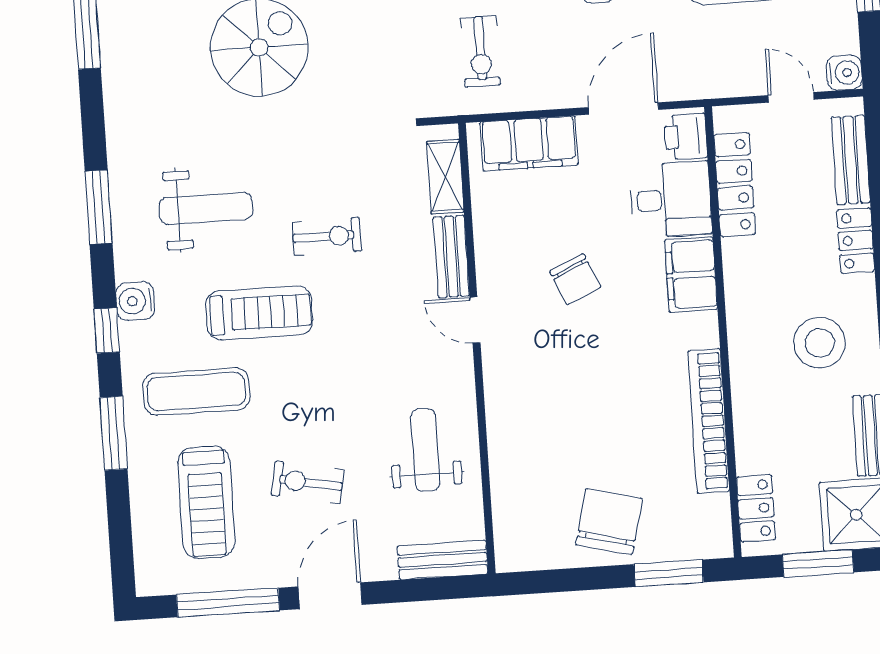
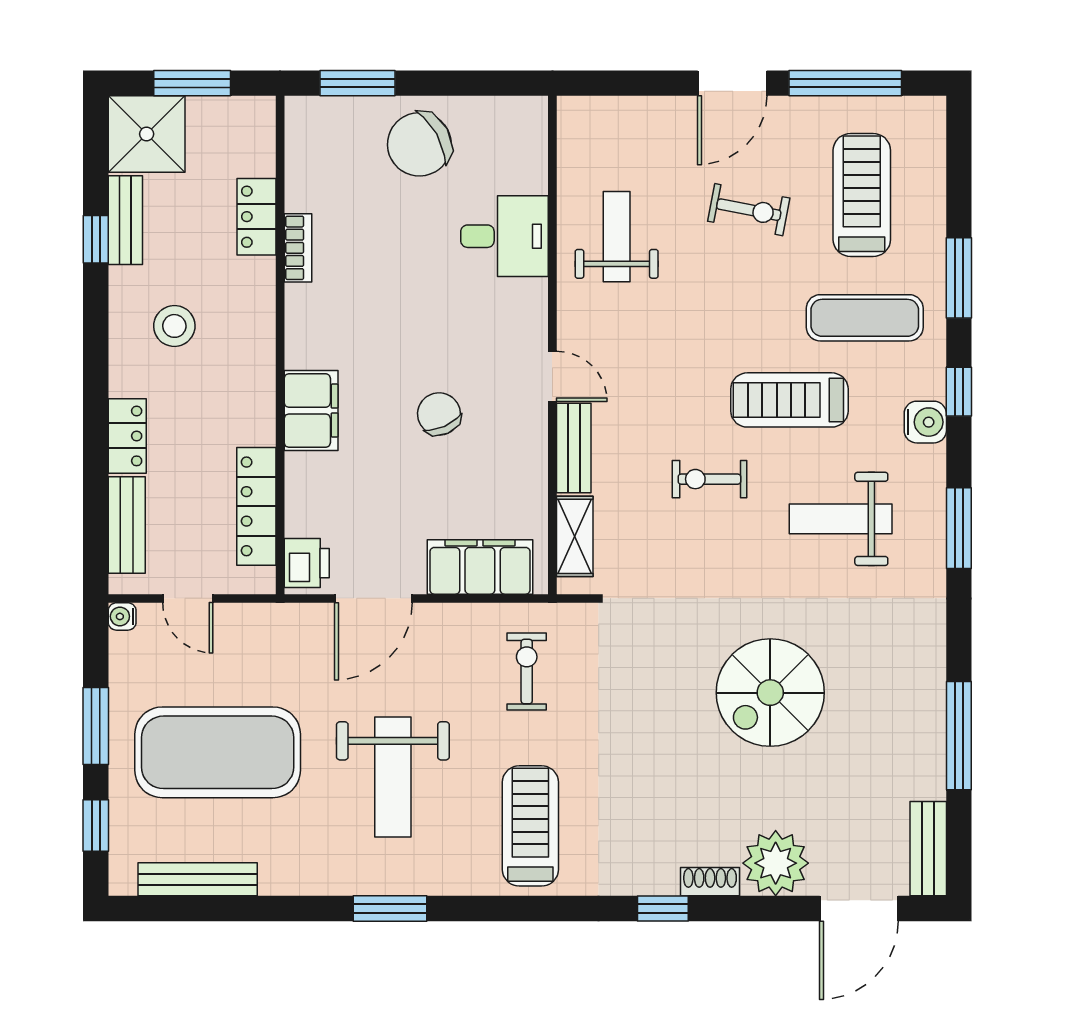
water cooler: (844, 73) -> (122, 616), width x0.72, depth x0.72
desk: (671, 200) -> (505, 236), moved, turned 180
stool: (820, 343) -> (174, 326), width x0.73, depth x0.73
bookcase: (709, 421) -> (298, 248), width x0.43, depth x0.76
weight bench: (425, 450) -> (617, 237), turned 180
locker: (756, 508) -> (256, 217), moved
chair: (609, 522) -> (419, 144), turned 47
bench: (443, 560) -> (606, 114), removed

